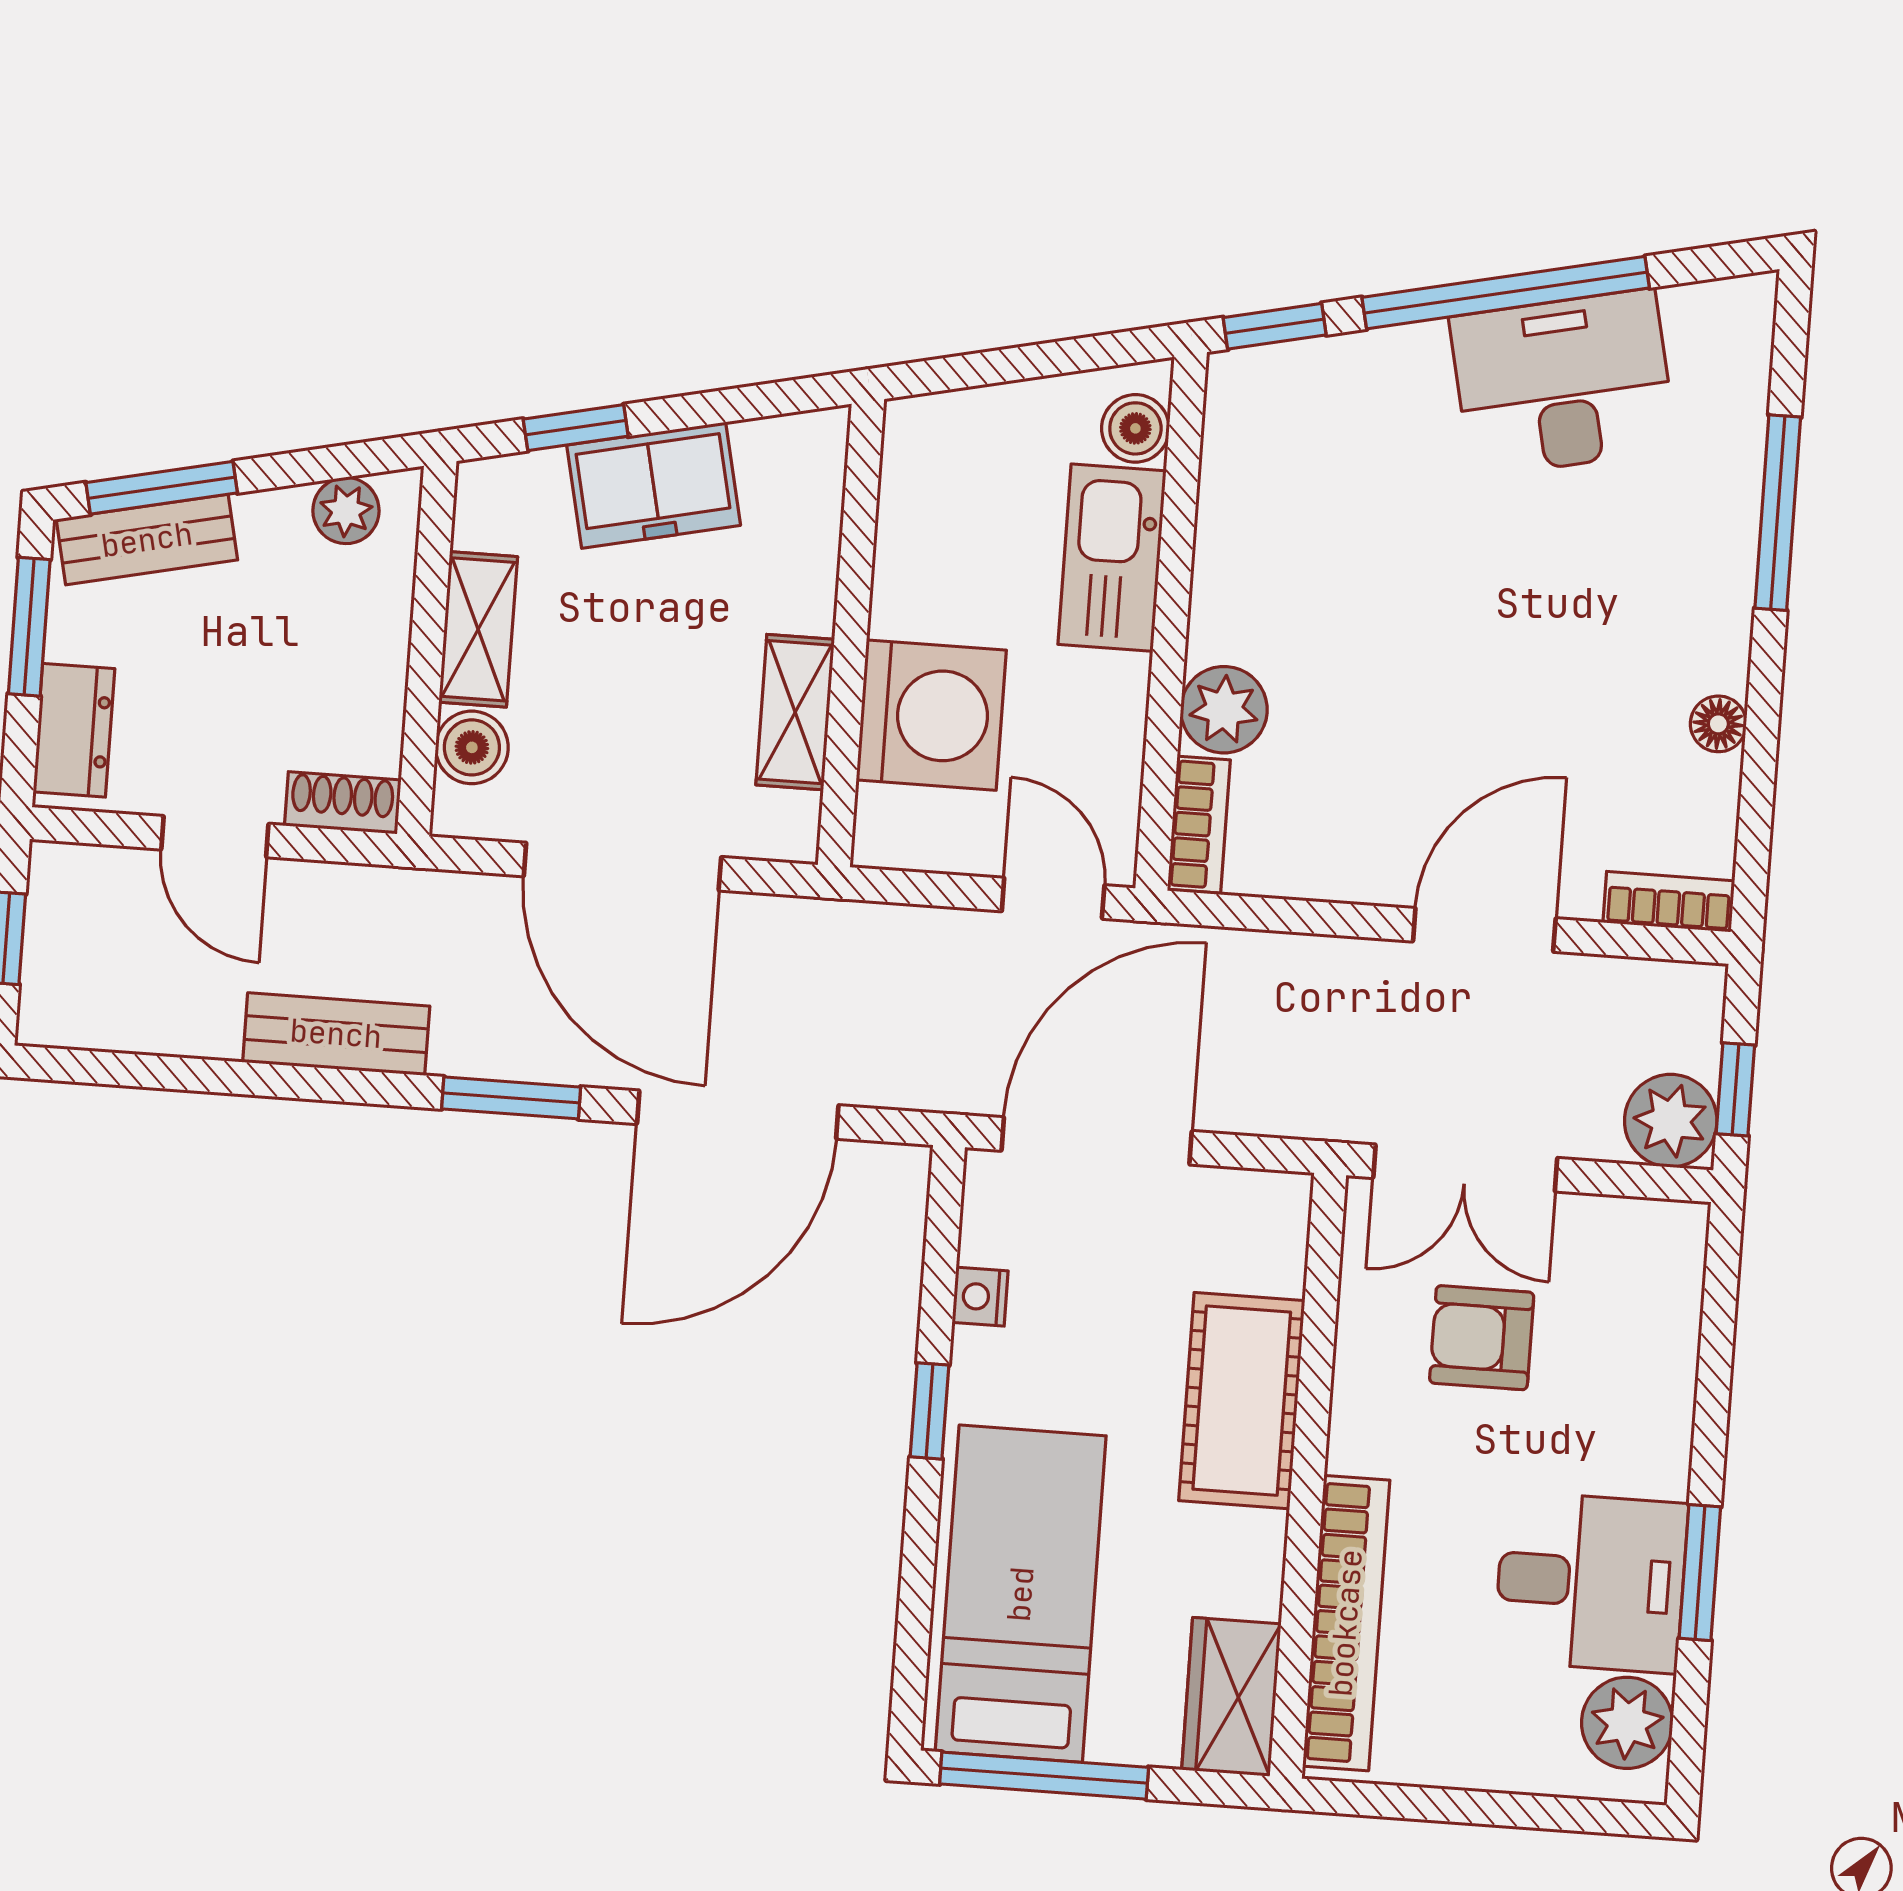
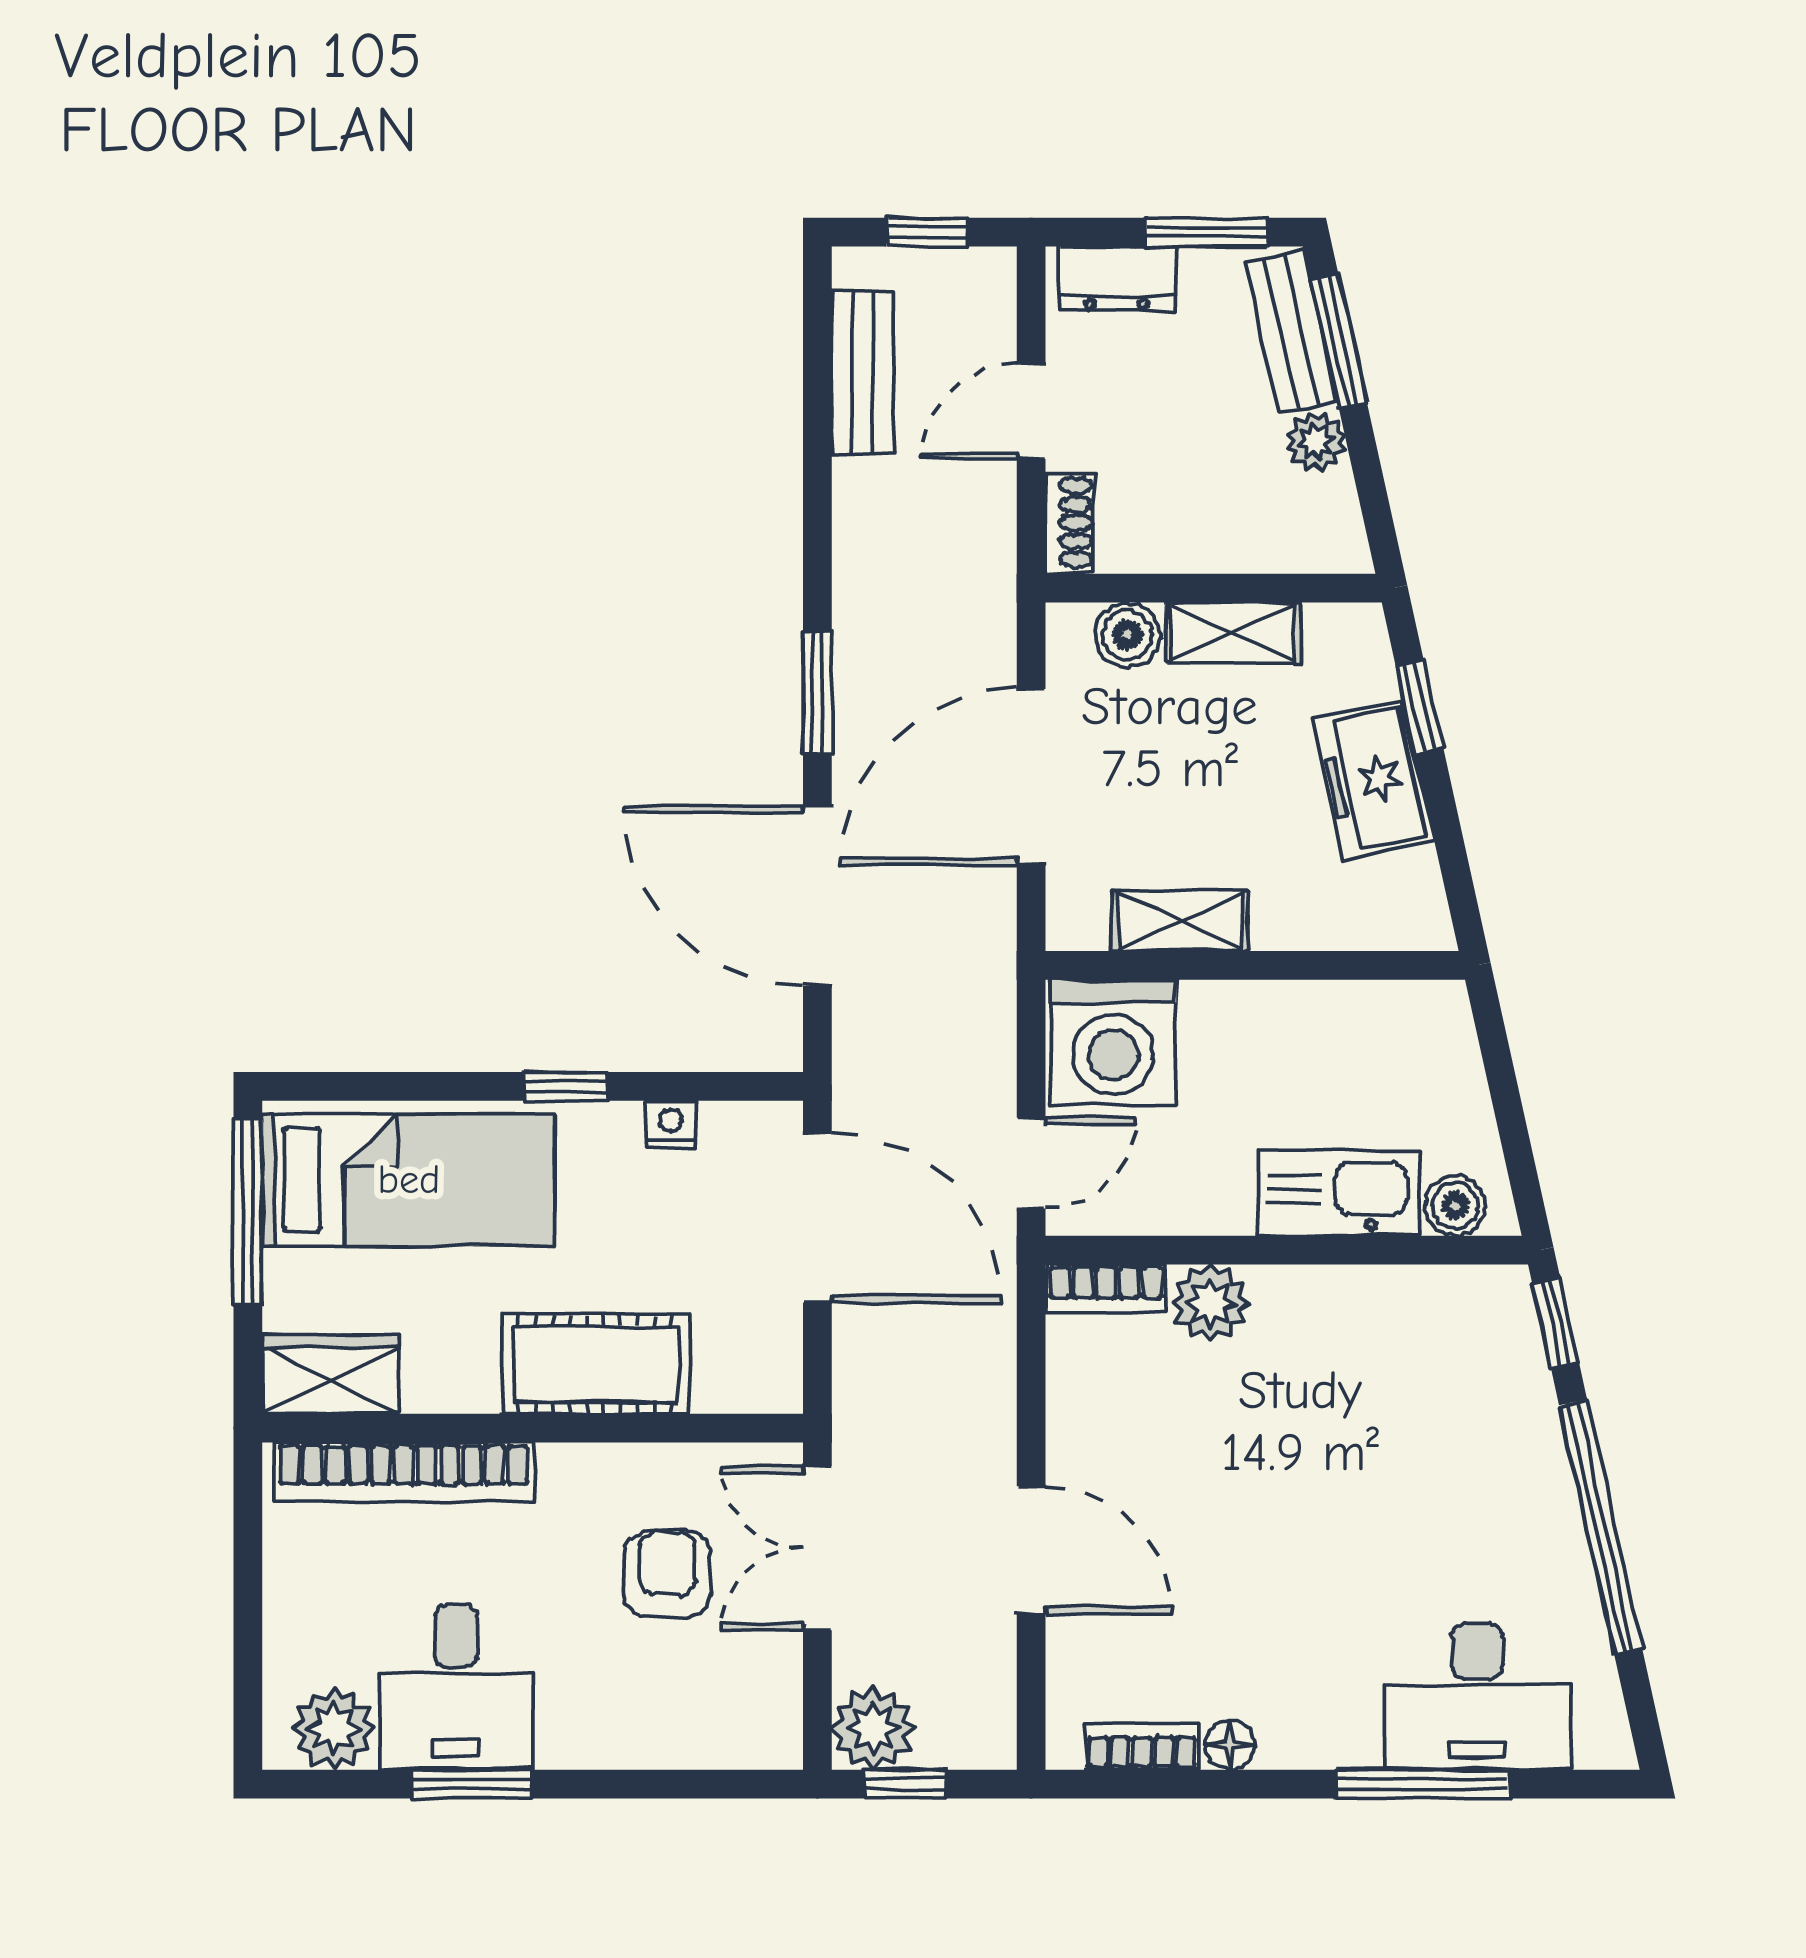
desk: (1563, 383) -> (1477, 1696), moved, turned 102
plant: (346, 511) -> (1316, 442), moved
washing machine: (931, 715) -> (1113, 1042), moved
bookcase: (1669, 902) -> (1142, 1747), moved, turned -90
bench: (336, 1034) -> (863, 372), moved

